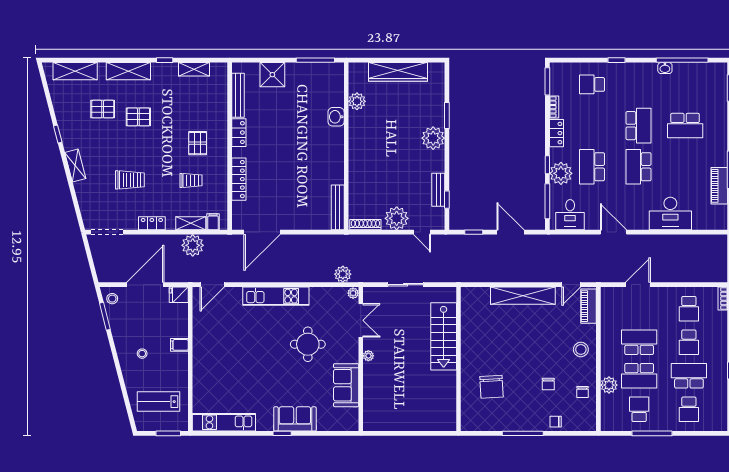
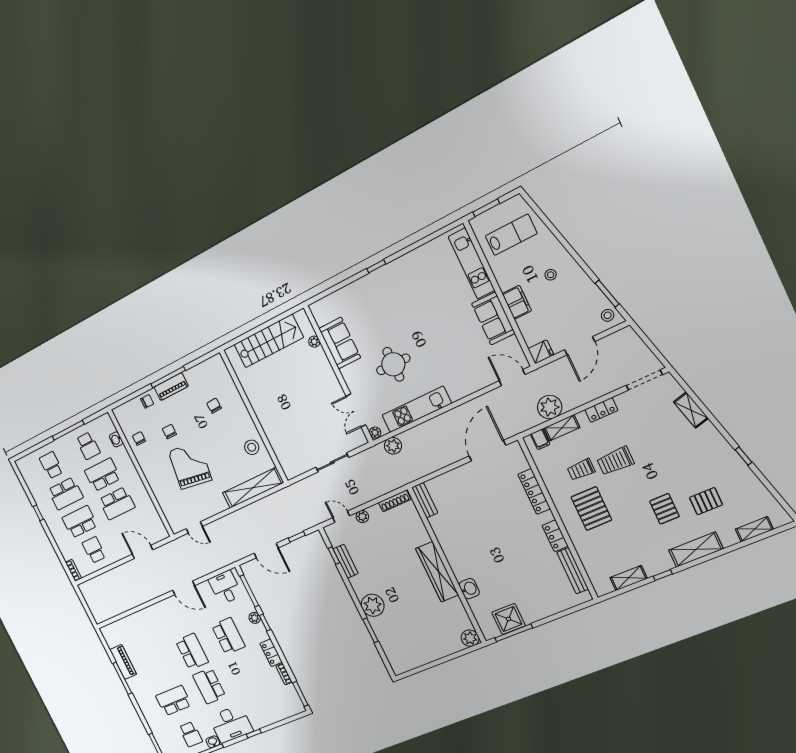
shelving: (75, 71) -> (754, 529), width x0.67, depth x0.75
wardrobe: (398, 72) -> (437, 572), moved, turned -90
shower: (272, 75) -> (509, 619), moved
school desk: (592, 84) -> (191, 734), moved, turned 90
plant: (357, 101) -> (470, 638), moved
pallet: (138, 117) -> (664, 509), turned 90
pallet: (198, 143) -> (591, 509), width x1.50, depth x1.42
shelving: (75, 166) -> (691, 410), moved
plant: (561, 173) -> (255, 618), width x0.53, depth x0.53
trolley: (130, 180) -> (615, 461), moved
bench: (338, 207) -> (425, 500), width x0.73
desk: (670, 214) -> (231, 724), moved, turned 180
plant: (397, 218) -> (362, 517), width x0.53, depth x0.53
door: (145, 285) -> (580, 346), width x0.73
door: (212, 285) -> (512, 378), hinge flipped
door: (571, 285) -> (194, 527), swing flipped
door: (638, 285) -> (143, 552), swing flipped
kitchen unit: (276, 296) -> (417, 409), moved
shelving: (523, 296) -> (253, 488), moved
piano: (589, 306) -> (171, 387), moved, turned 90
stairs: (444, 336) -> (269, 341), moved, turned 90
school desk: (689, 342) -> (80, 522), width x1.85
grand piano: (544, 344) -> (190, 466), added
filing cabinet: (179, 345) -> (517, 302), width x2.00
stool: (581, 349) -> (252, 447), moved
plant: (368, 356) -> (314, 342), moved
plant: (609, 385) -> (122, 455), removed
chair: (492, 387) -> (214, 406), width x0.54, depth x0.54
washbasin: (606, 402) -> (116, 439), added
sofa: (295, 419) -> (493, 318), moved, turned 90
kitchen unit: (224, 422) -> (471, 263), moved, turned 90

